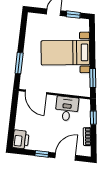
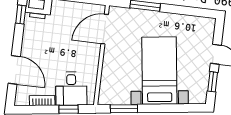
desk: (67, 109) -> (71, 89), moved, turned 83
window: (42, 154) -> (21, 14), moved

